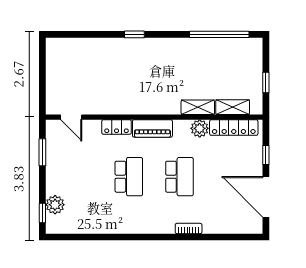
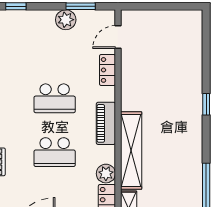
shelving: (198, 107) -> (131, 151), width x2.20, depth x1.33
locker: (117, 127) -> (107, 70), moved
plant: (55, 205) -> (66, 20), moved

